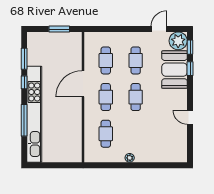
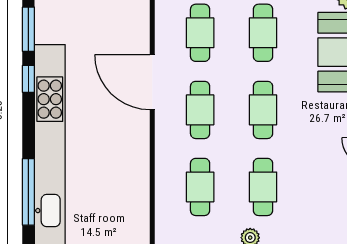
door: (83, 84) -> (152, 82), hinge flipped
window: (24, 120) -> (28, 192), moved
cafe table: (136, 134) -> (263, 187), added

